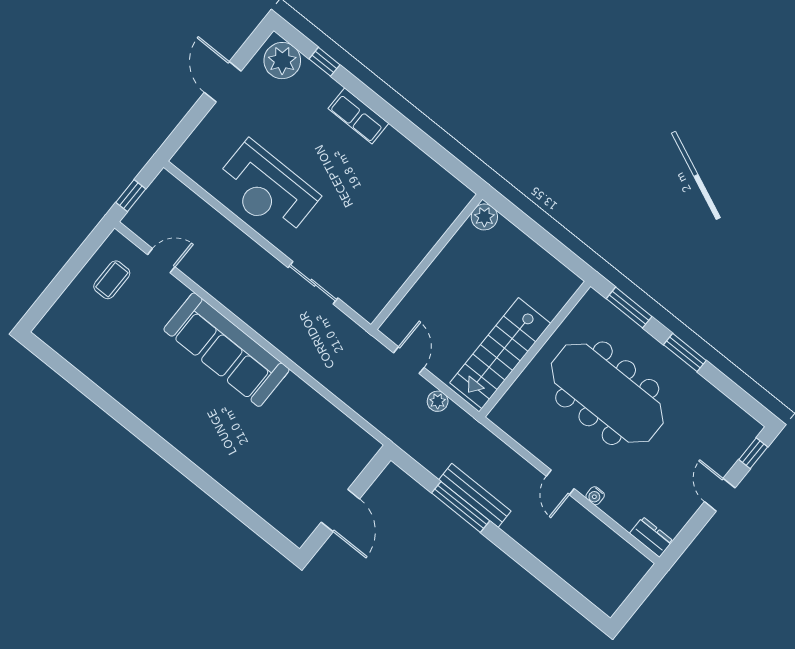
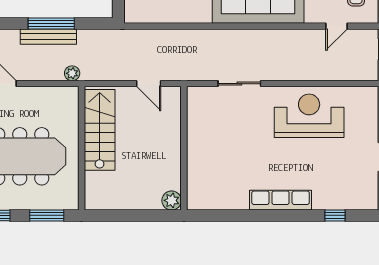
plant: (282, 61) -> (360, 197), removed
row of seats: (358, 116) -> (281, 200), width x1.48
plant: (438, 401) -> (72, 73), moved

